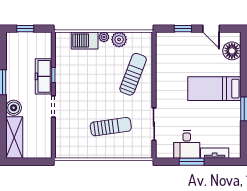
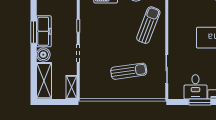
freezer: (44, 76) -> (44, 31), moved, turned 180
shelving: (46, 145) -> (71, 87), added

